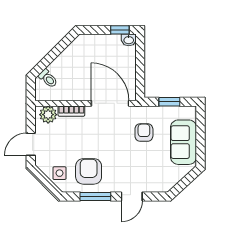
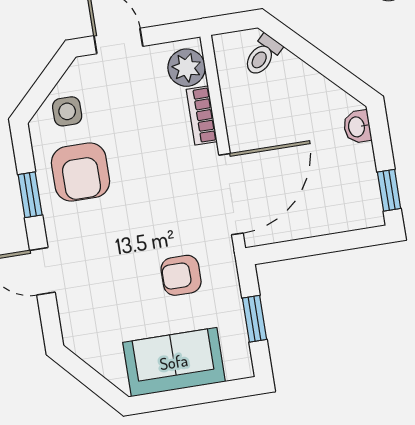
washbasin: (129, 40) -> (357, 127), moved
armchair: (144, 132) -> (181, 275), turned 180
armchair: (89, 171) -> (80, 172), turned 90
window: (95, 196) -> (30, 195), width x0.67

